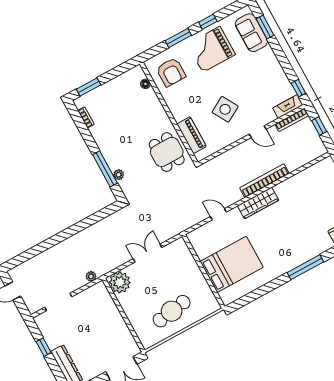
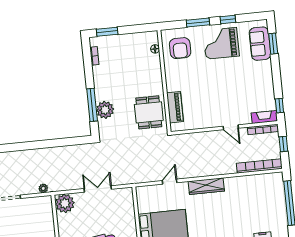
side table: (225, 109) -> (212, 98), removed
plant: (119, 175) -> (105, 110), width x1.88, depth x1.88
bookcase: (264, 181) -> (259, 166), moved
door: (218, 214) -> (170, 182), hinge flipped

